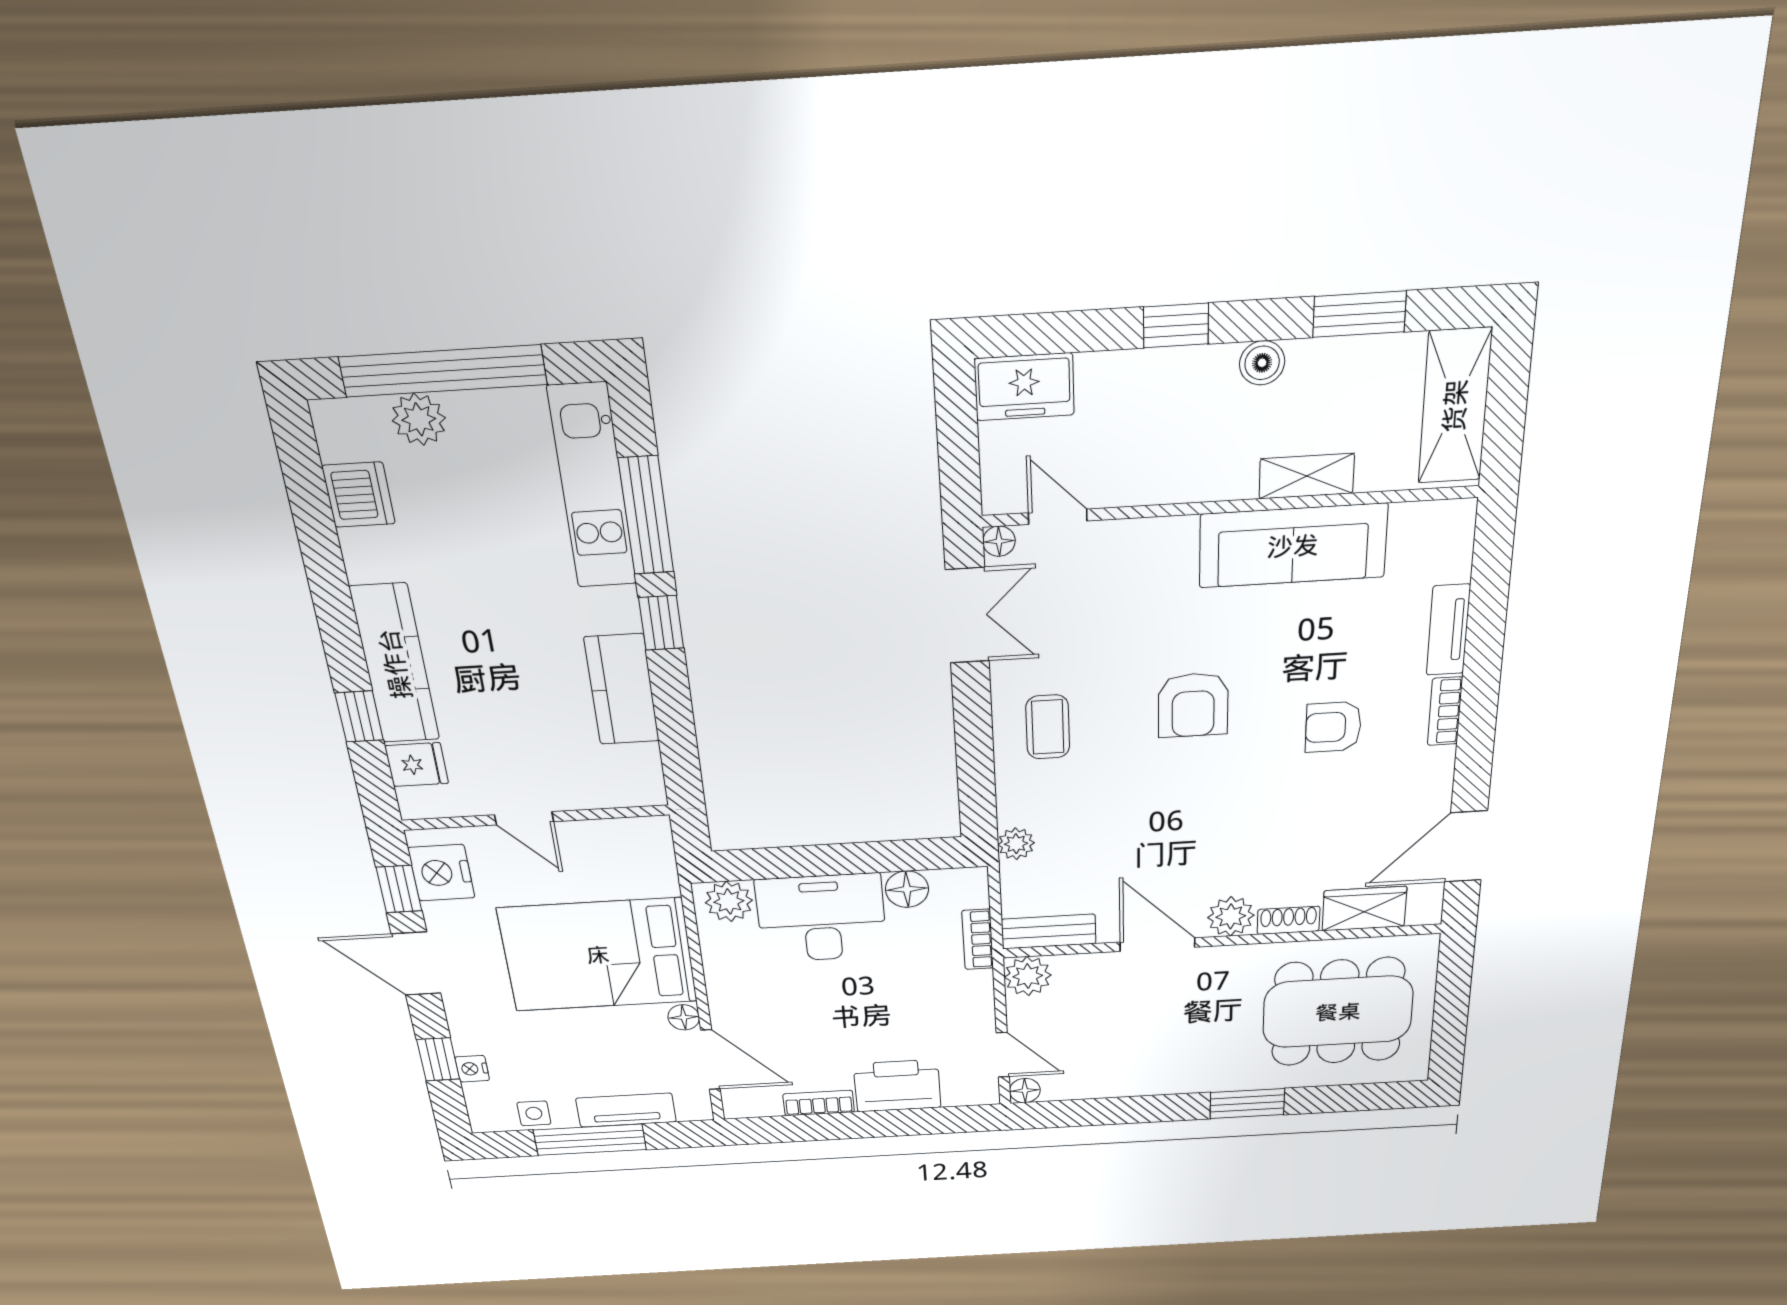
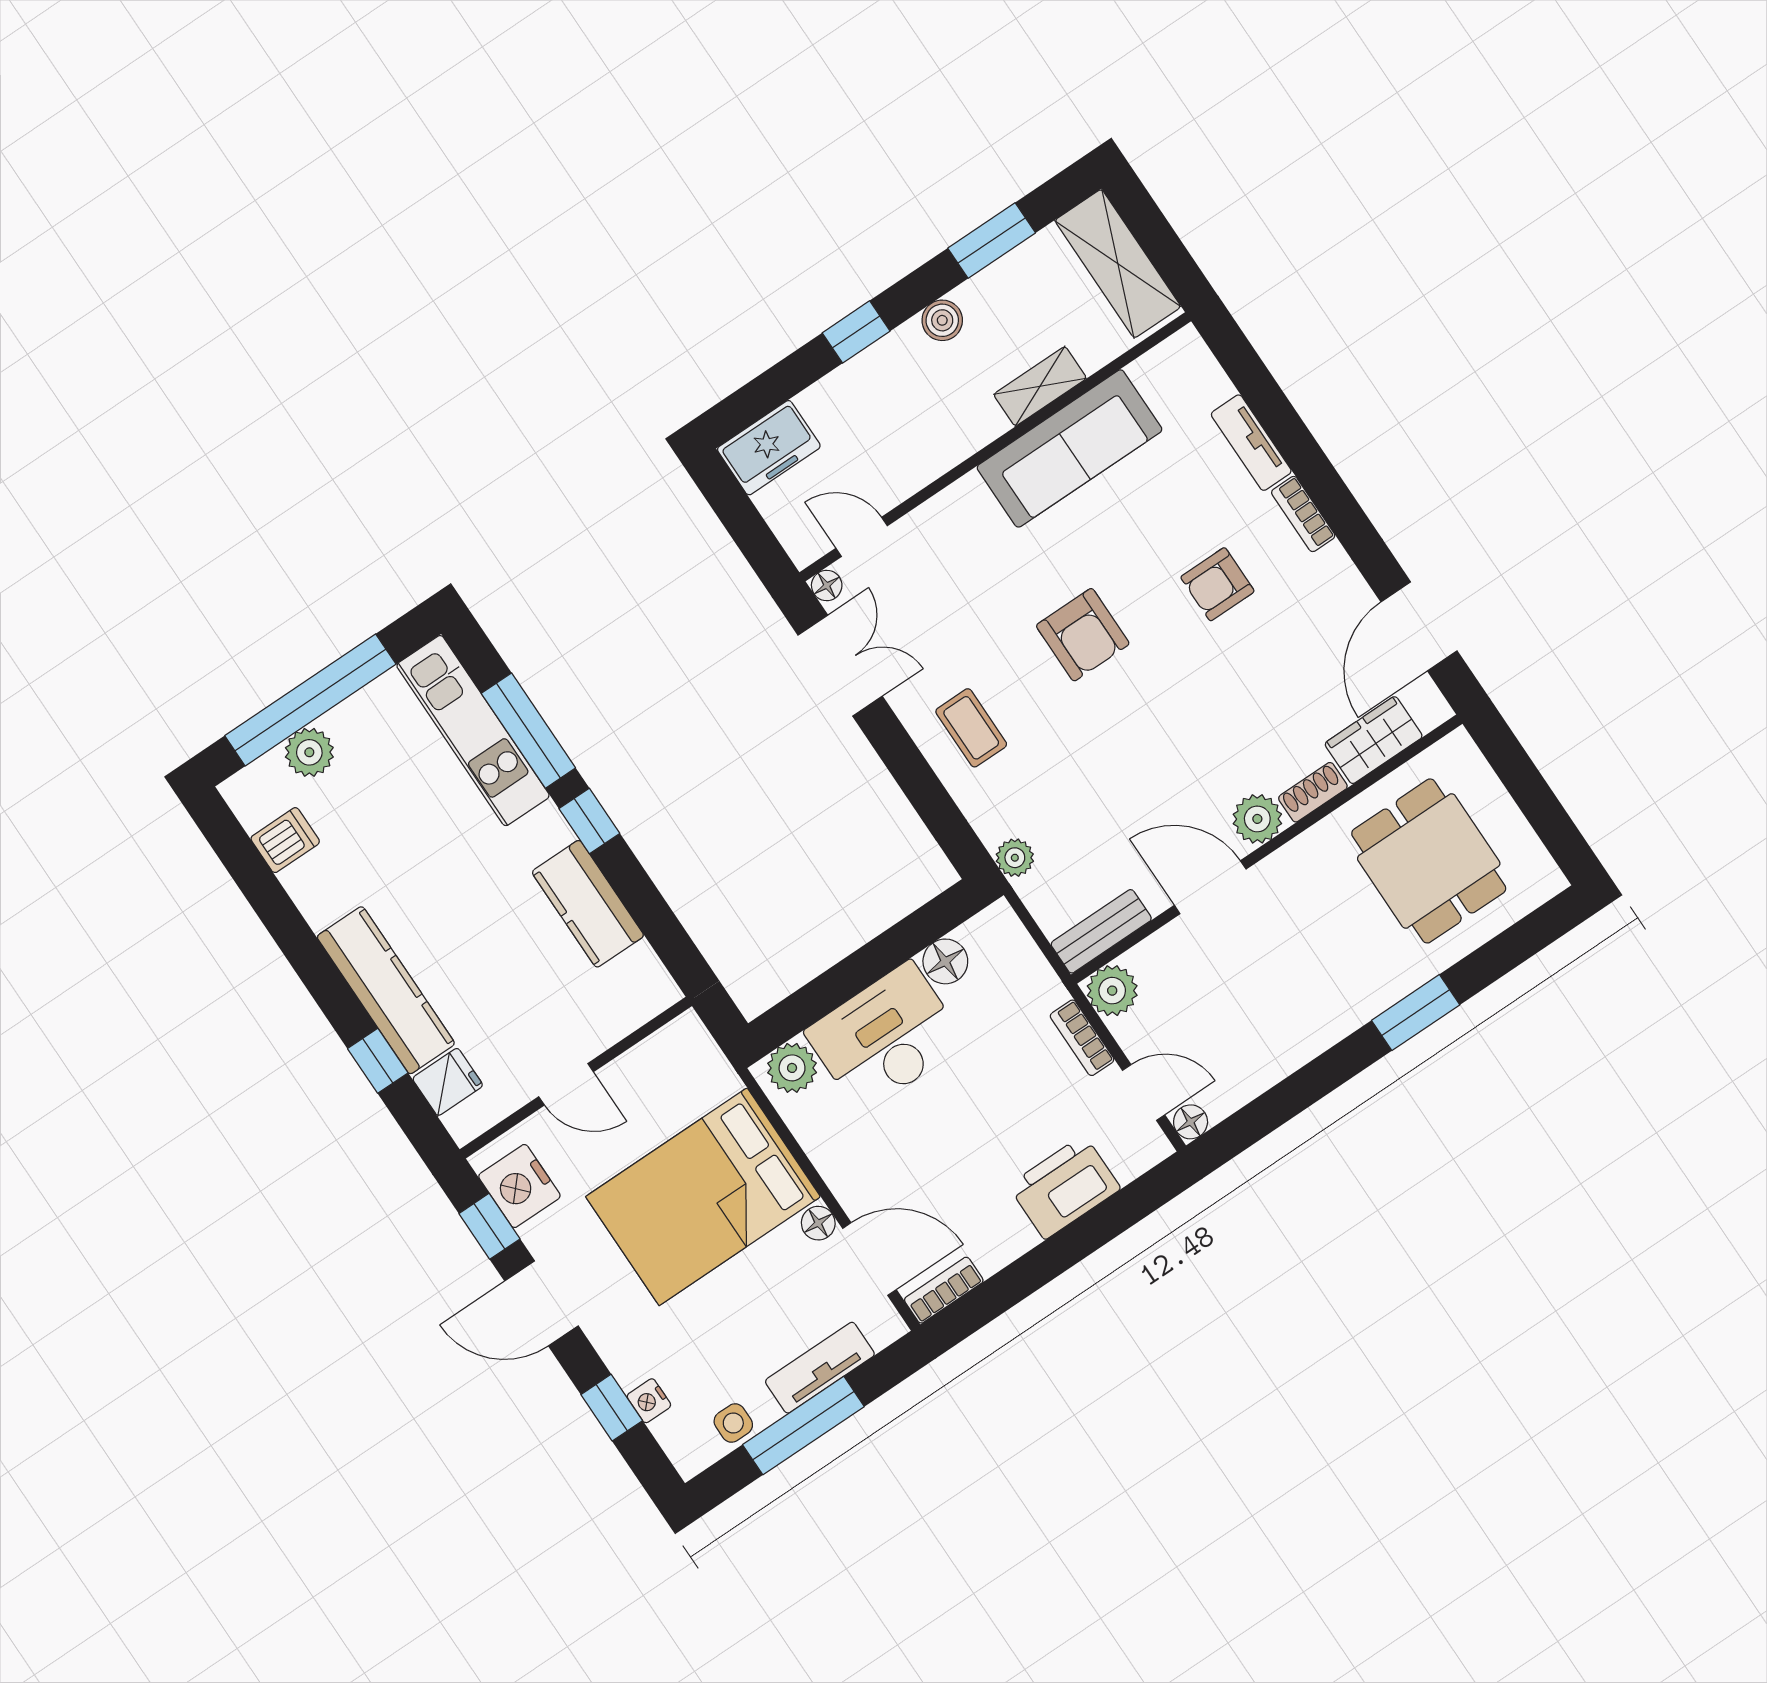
dishwasher: (359, 495) -> (285, 840), width x0.73
bookcase: (978, 939) -> (1082, 1038), moved
dining table: (1338, 1012) -> (1429, 861), width x0.73
bookcase: (819, 1103) -> (944, 1290), moved

